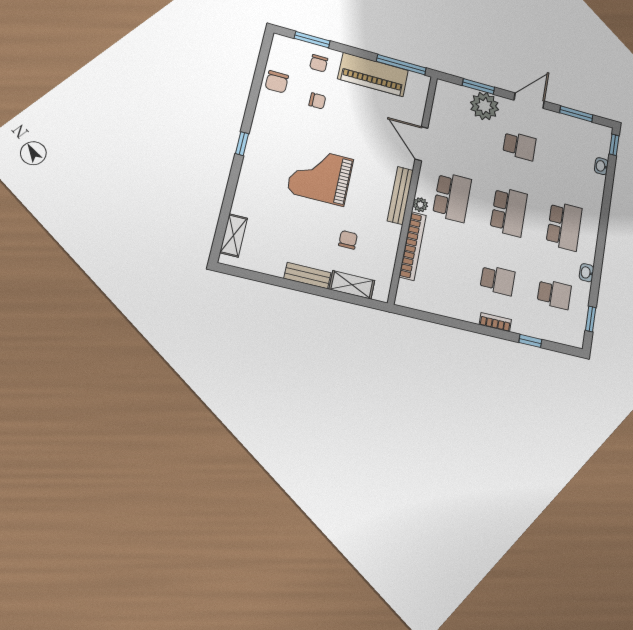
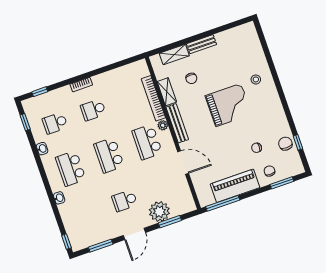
window: (242, 144) -> (298, 142), moved
washbasin: (601, 166) -> (59, 198), moved
stool: (264, 184) -> (256, 79), added
shelving: (234, 235) -> (167, 92), moved
window: (530, 341) -> (40, 92), moved

